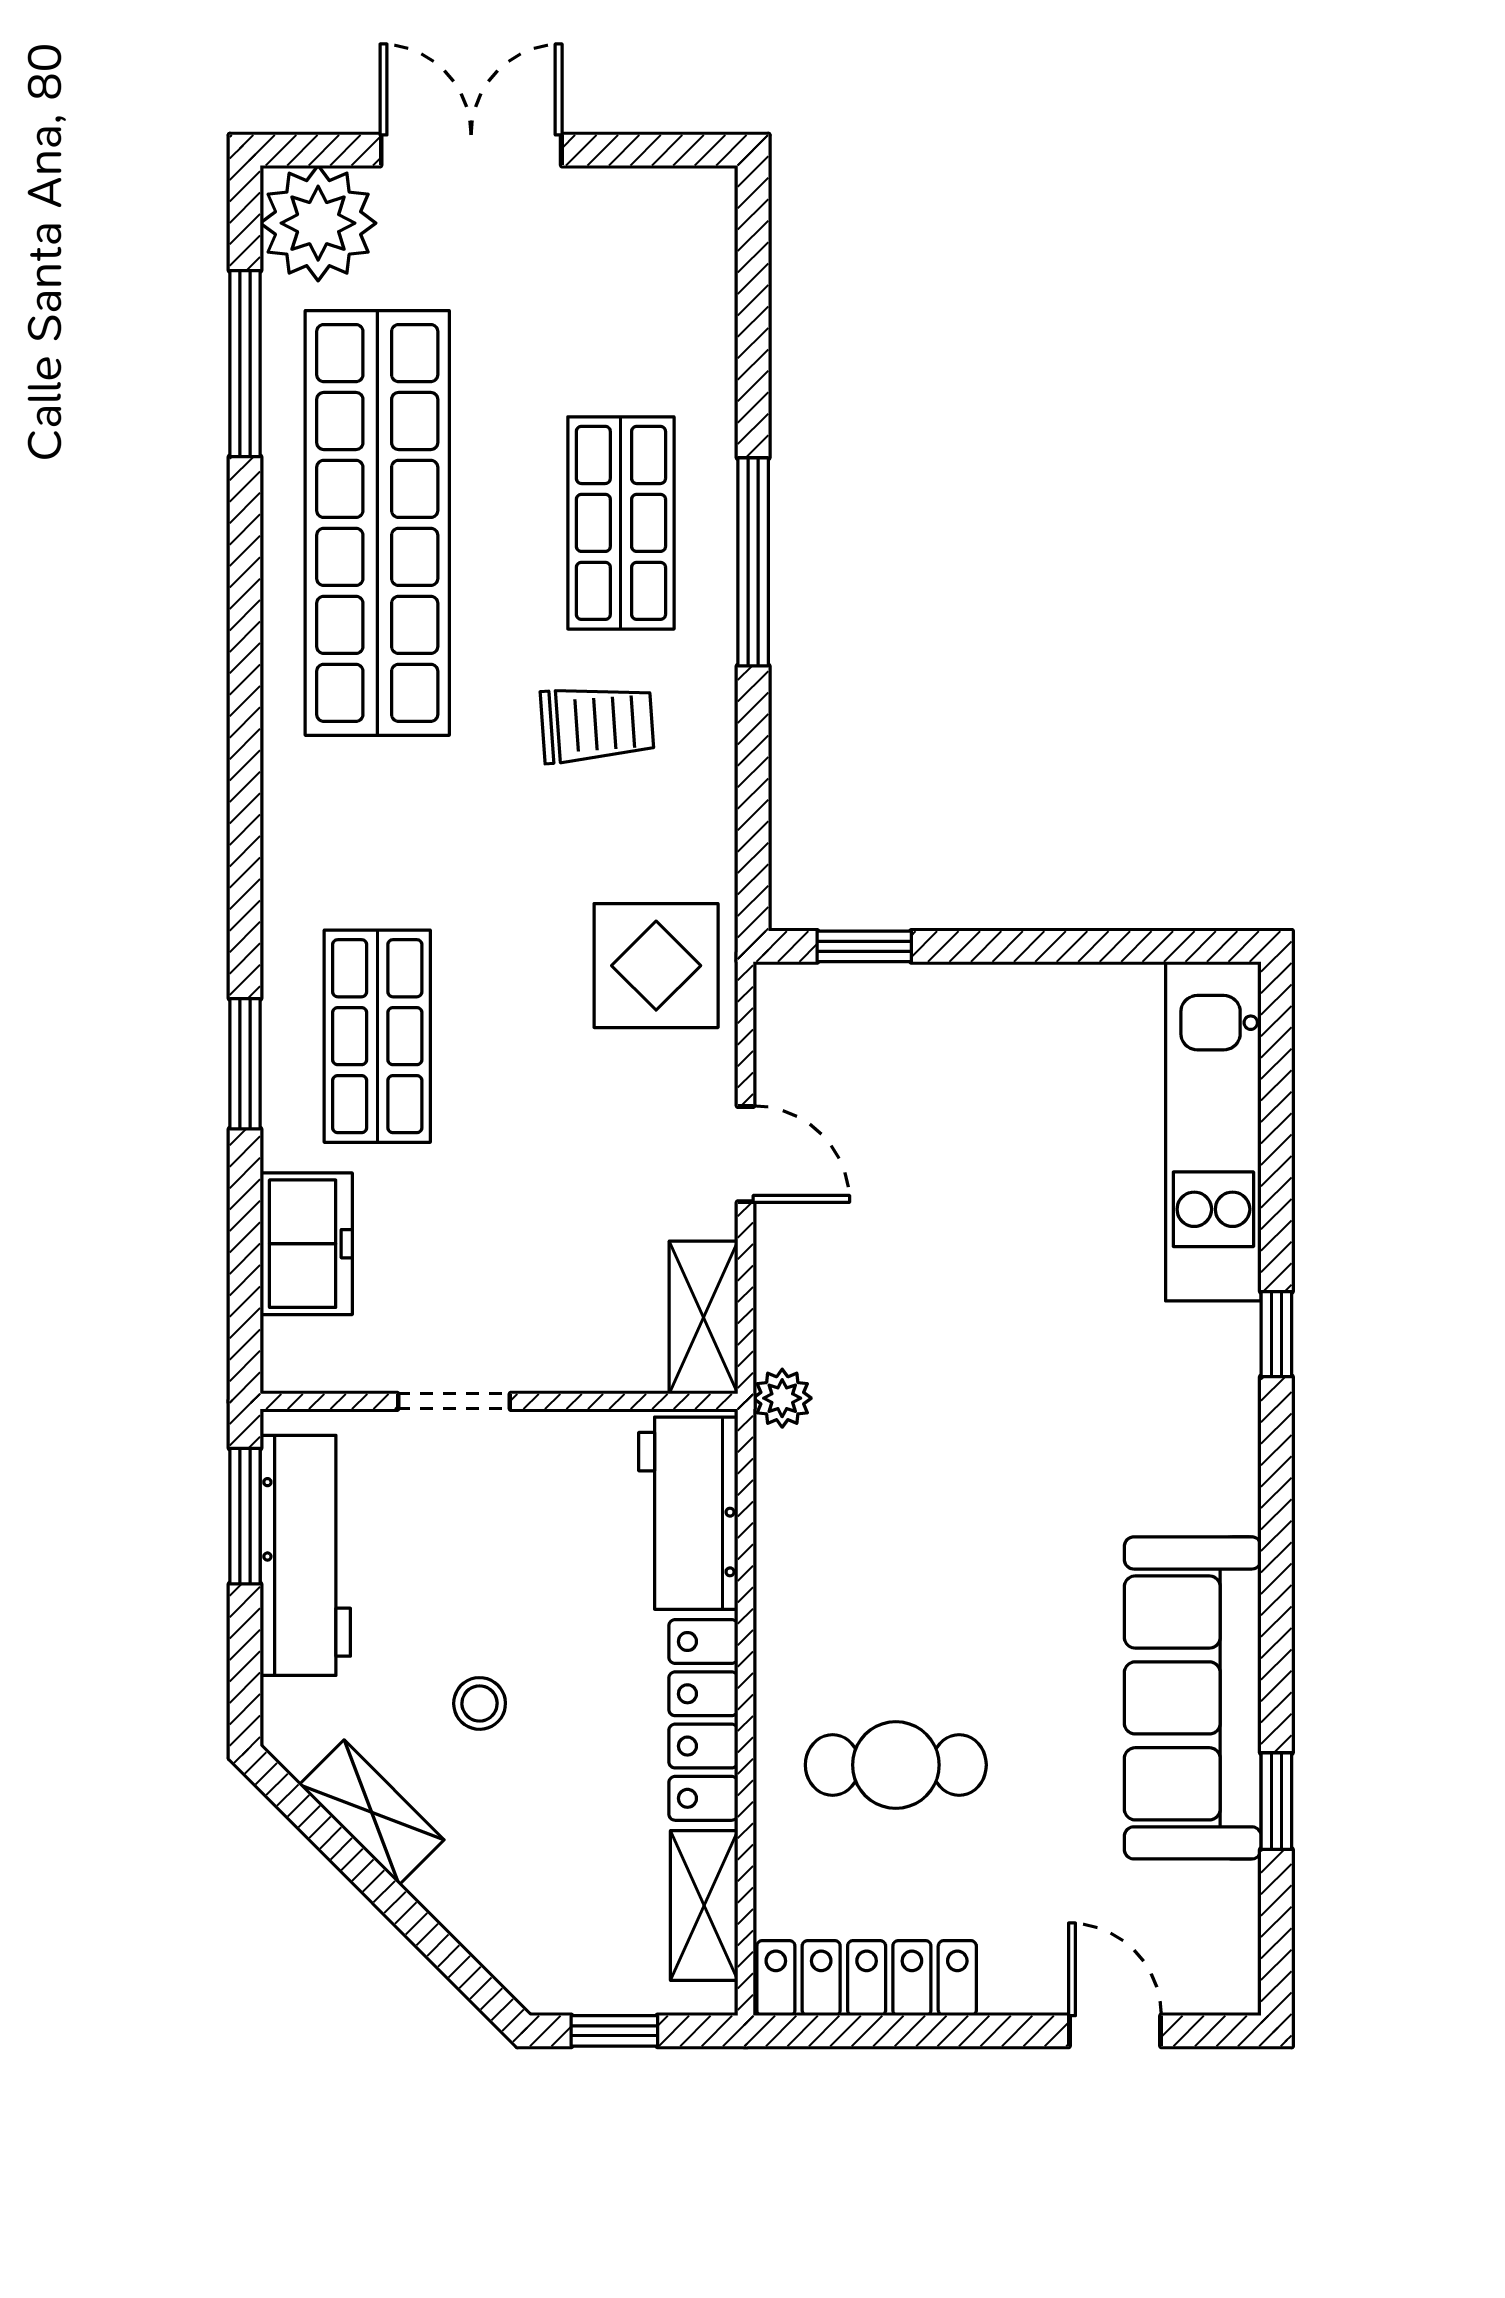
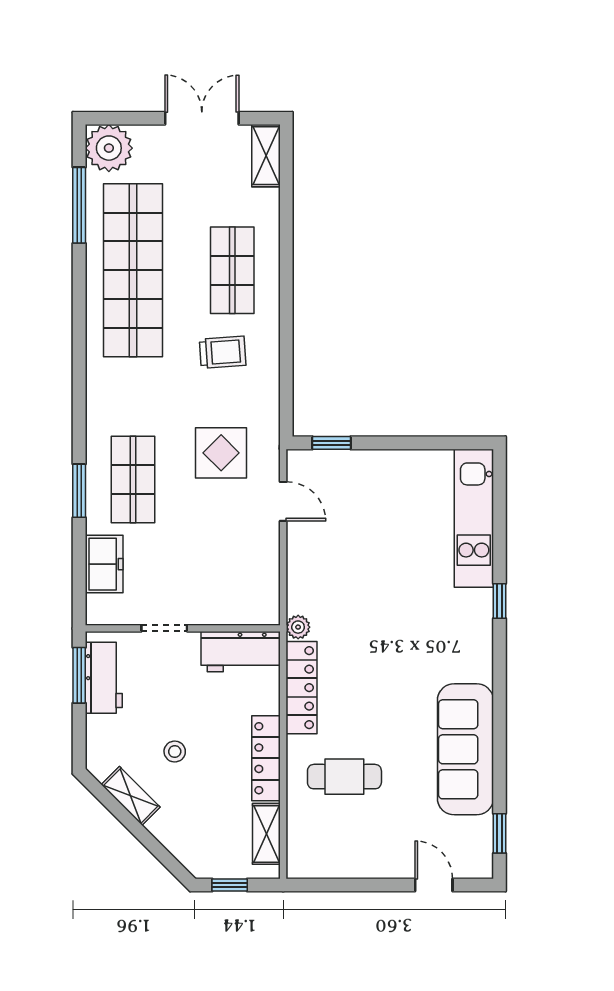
double door: (471, 150) -> (202, 118), moved
window: (753, 562) -> (286, 286), removed
display table: (656, 966) -> (221, 453), moved
door: (746, 1154) -> (283, 501), moved
shelving: (704, 1317) -> (266, 156), moved
workbench: (688, 1513) -> (240, 652), moved, turned -90
workbench: (305, 1555) -> (104, 678), width x0.73
window: (1276, 1801) -> (500, 833), moved
locker: (867, 1978) -> (302, 688), moved, turned 90

